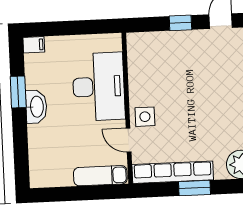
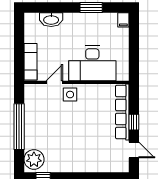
washbasin: (36, 107) -> (51, 20), moved
row of seats: (173, 172) -> (122, 112), moved, turned 180
window: (194, 188) -> (19, 127), width x2.11

